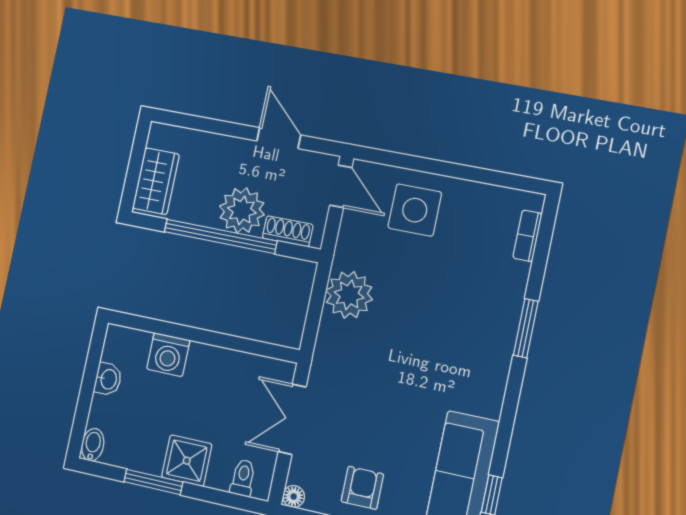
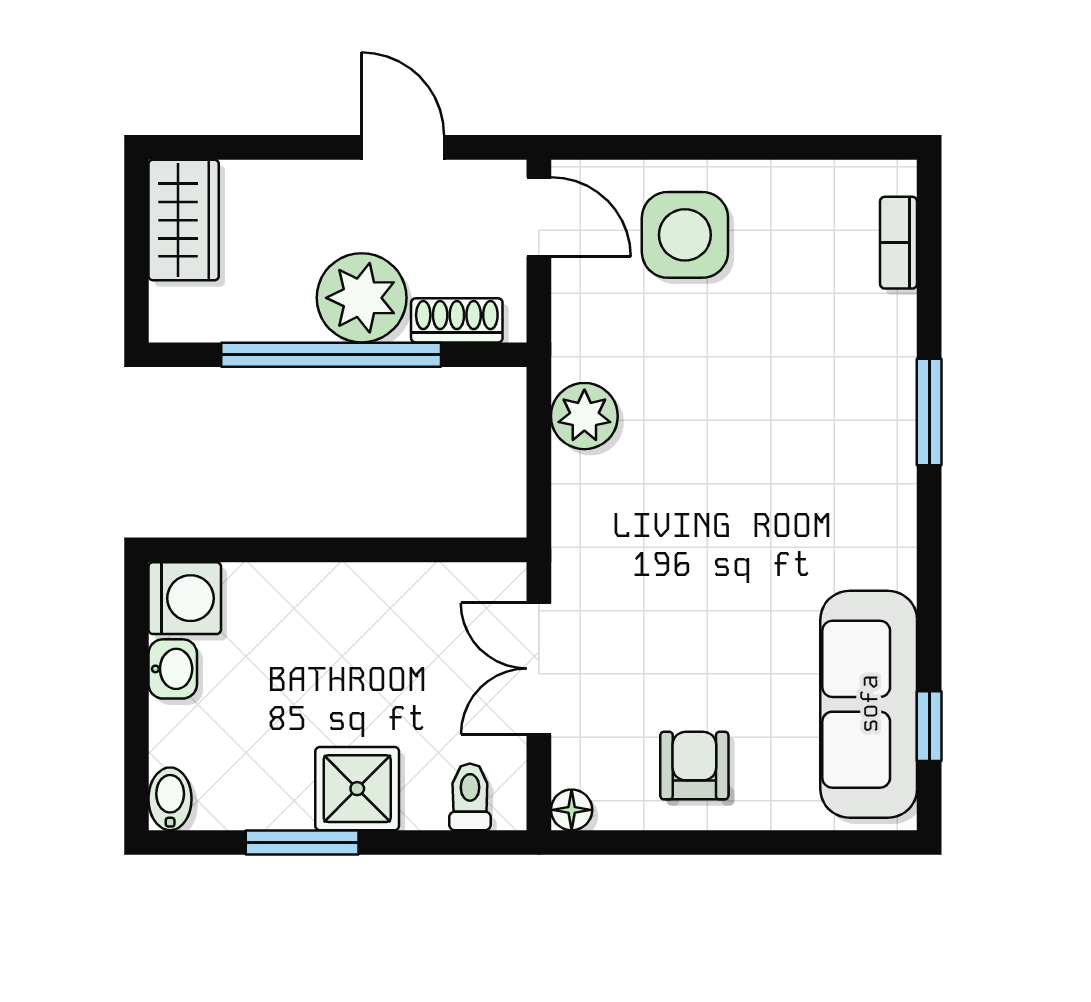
wardrobe: (156, 181) -> (184, 220), moved
plant: (349, 295) -> (584, 416), width x0.73, depth x0.73
washing machine: (168, 355) -> (185, 598), moved, turned -90

